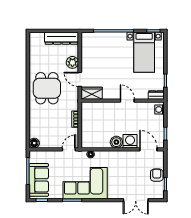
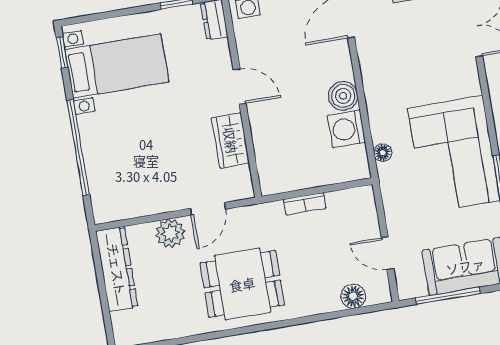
wardrobe: (92, 93) -> (231, 140), moved
door: (127, 101) -> (240, 87), swing flipped
washing machine: (130, 141) -> (347, 129), moved
floor lamp: (34, 143) -> (353, 296), moved
door: (69, 149) -> (388, 253), moved

